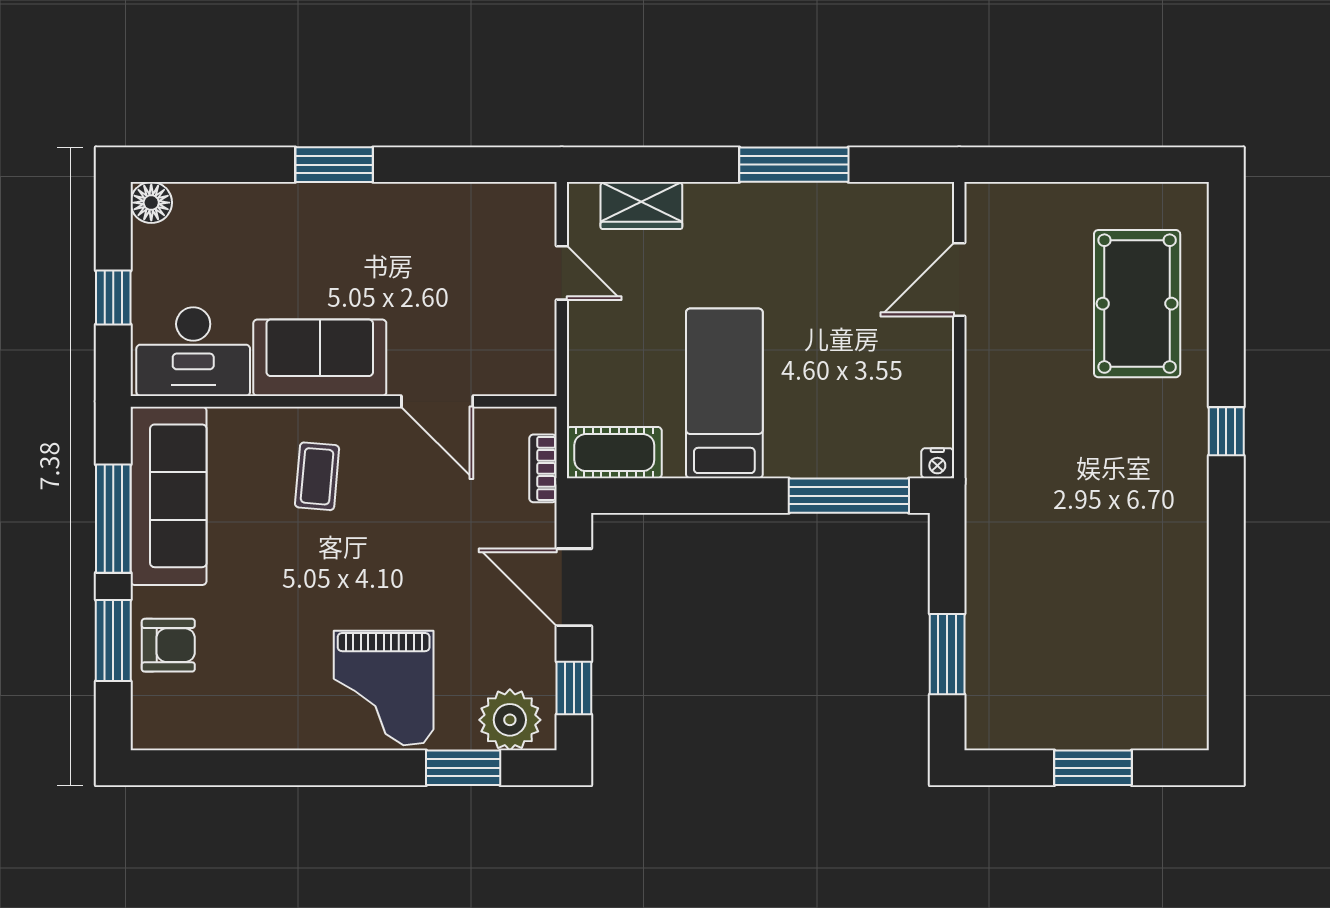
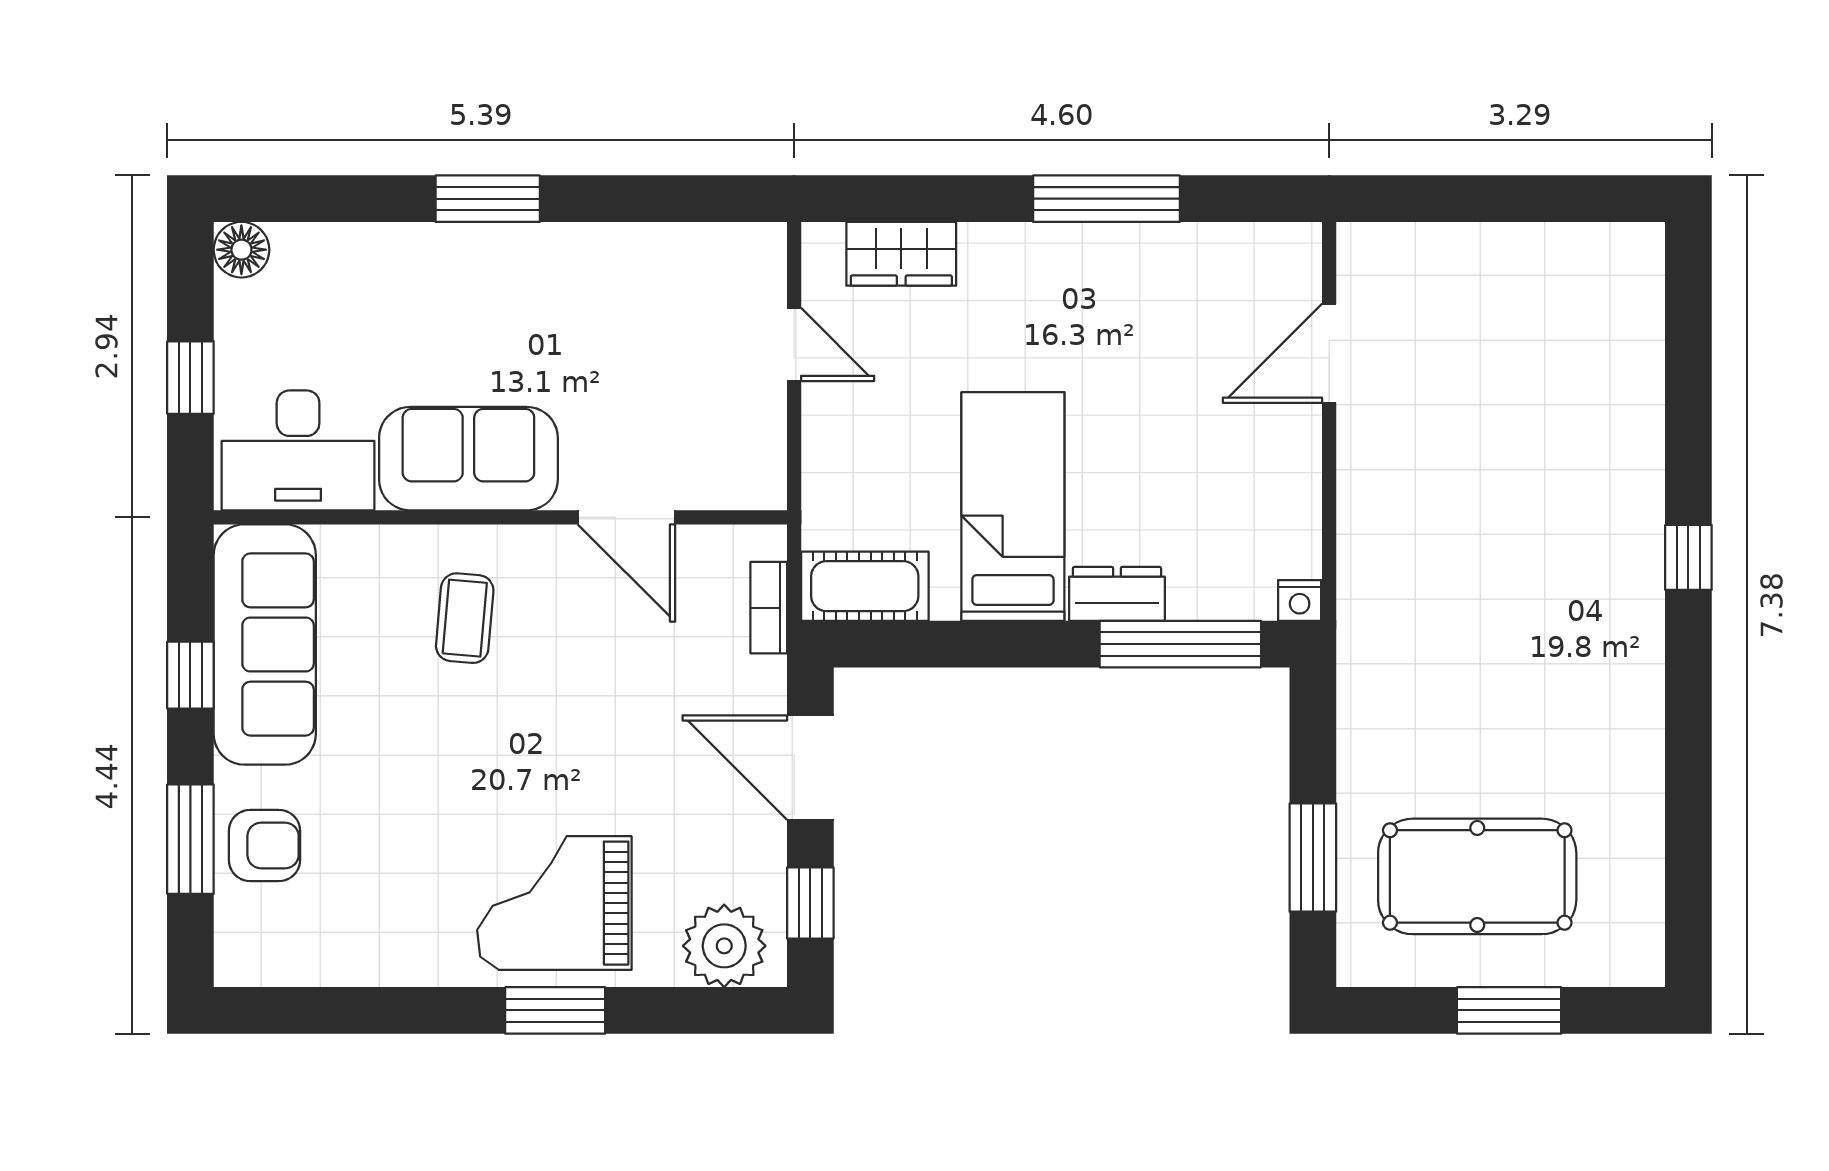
pool table: (1137, 304) -> (1477, 876), moved, turned 90
dresser: (802, 458) -> (1117, 594), added
window: (113, 519) -> (190, 675), width x0.46
grand piano: (384, 688) -> (554, 903), turned 90
window: (463, 768) -> (555, 1010), moved

